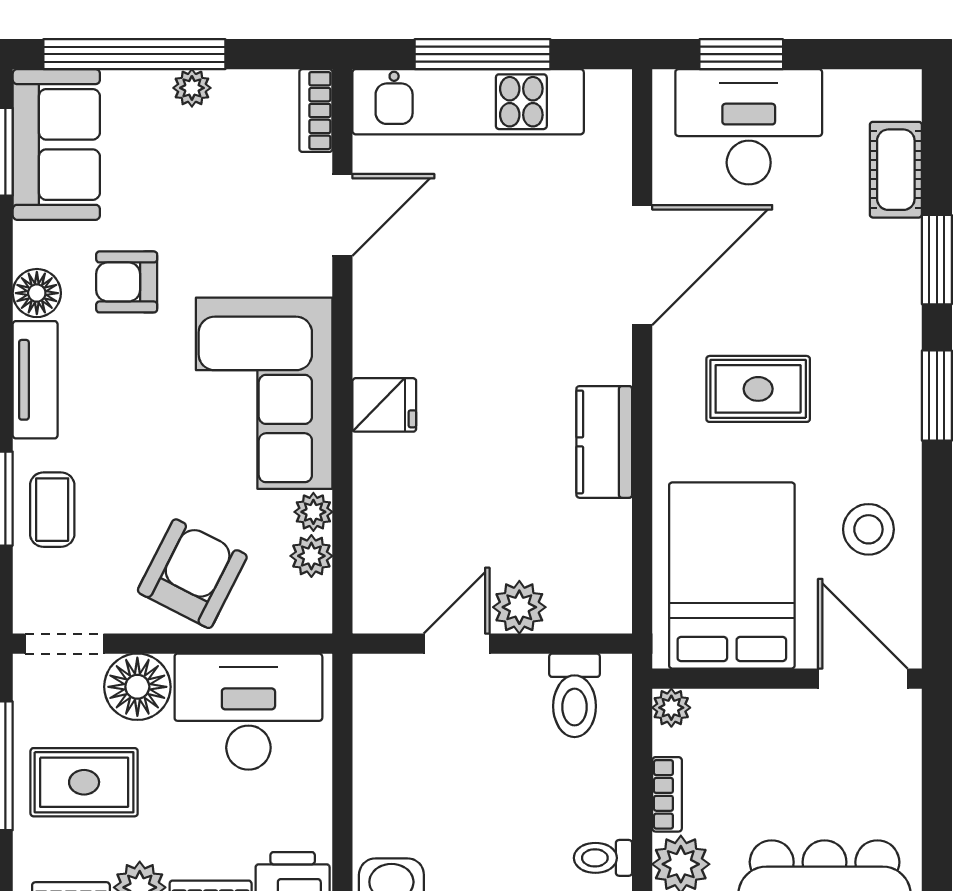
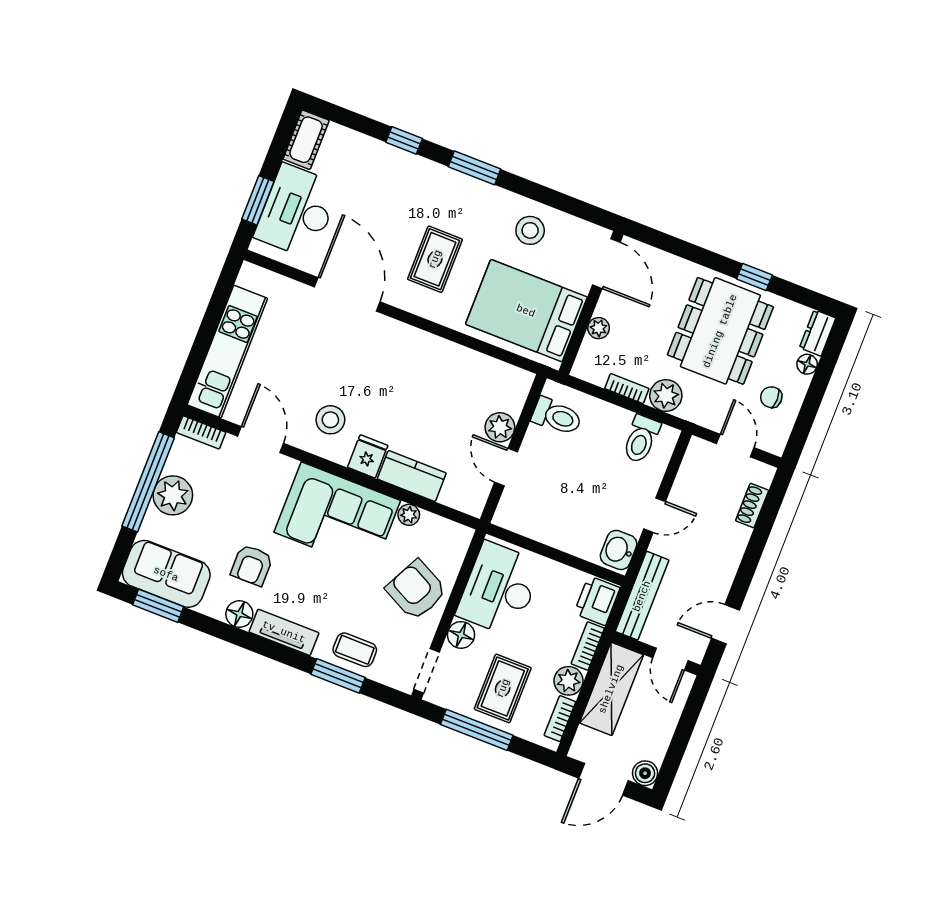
window: (134, 54) -> (148, 482), moved
window: (482, 54) -> (206, 335), removed
plant: (192, 88) -> (173, 495), width x1.88, depth x1.88
cot: (896, 170) -> (306, 140), moved, turned 90
window: (937, 260) -> (404, 140), width x0.67
stool: (421, 319) -> (330, 420), added
kitchen counter: (604, 442) -> (412, 476), moved, turned 180
plant: (311, 556) -> (431, 525), removed
door: (863, 679) -> (606, 264), swing flipped
floor lamp: (137, 687) -> (461, 635), width x0.73, depth x0.73
plant: (671, 708) -> (599, 328), moved
toilet: (603, 858) -> (641, 439), width x1.37, depth x1.39

